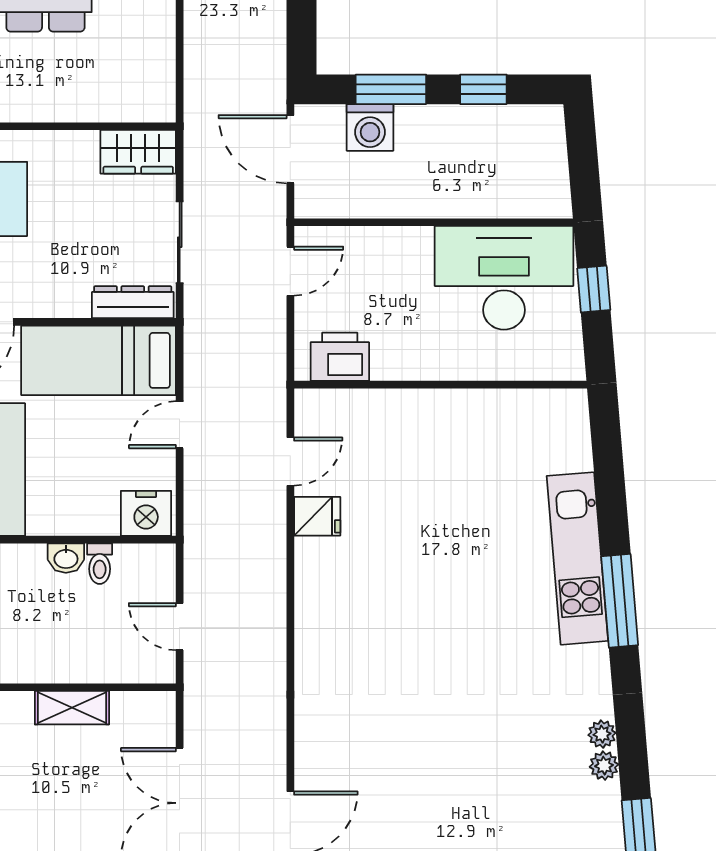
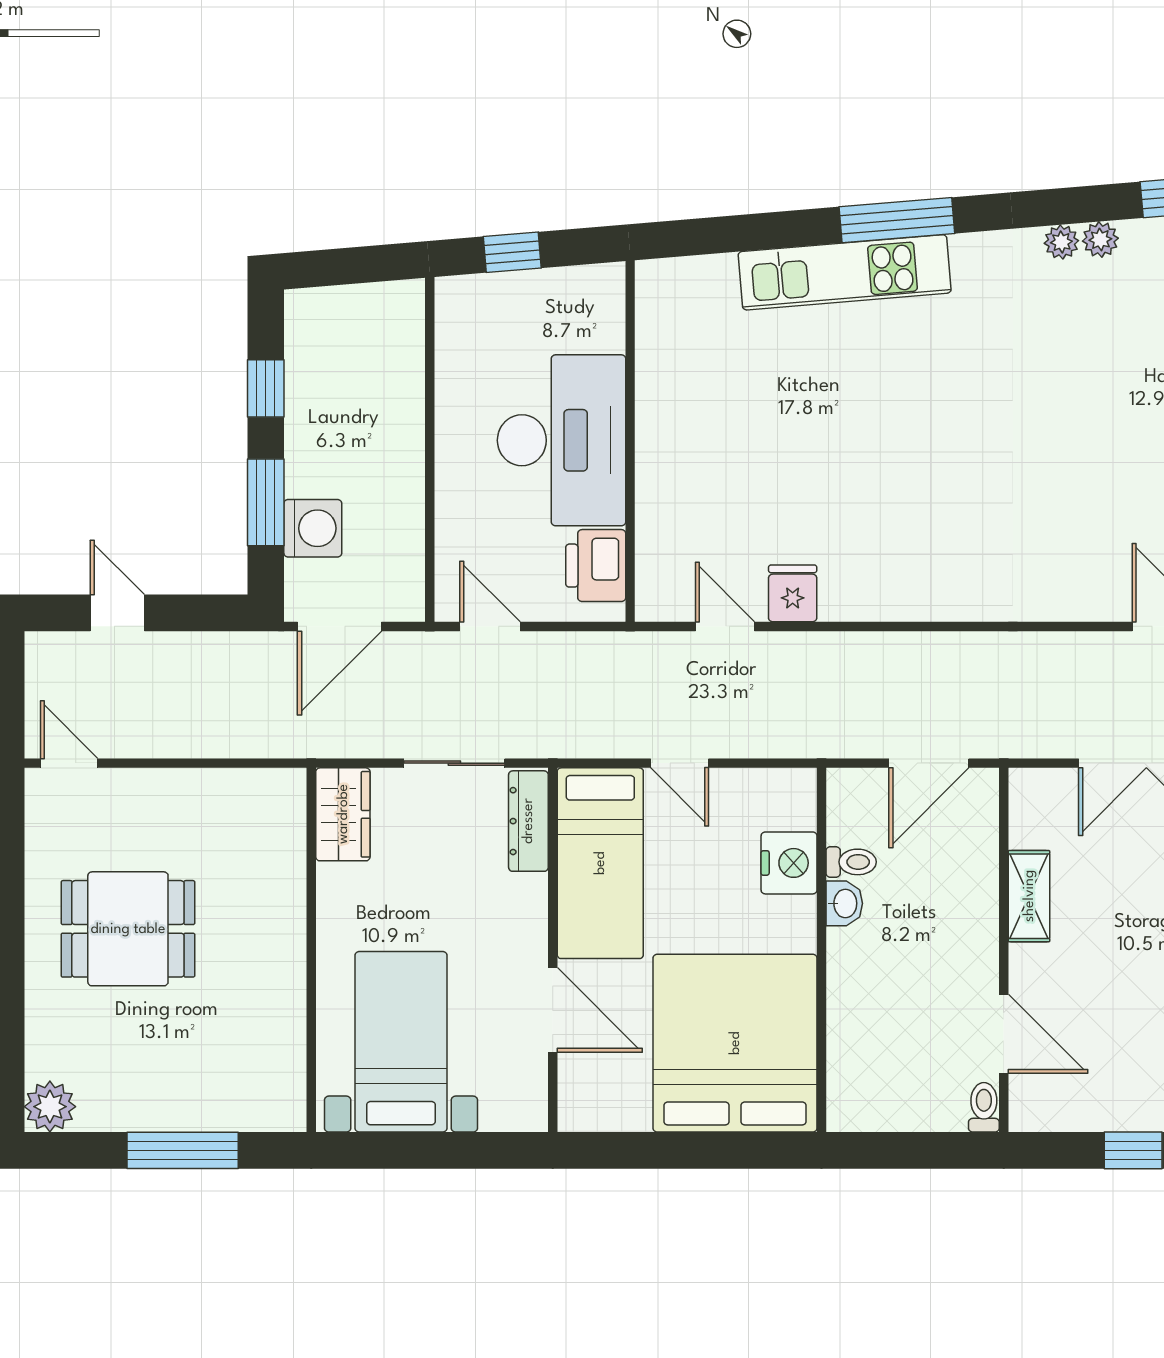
desk: (504, 278) -> (562, 440), moved, turned 180
nightstand: (146, 513) -> (789, 863), moved
door: (180, 627) -> (929, 763), width x1.38

